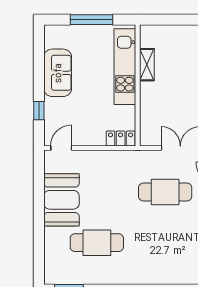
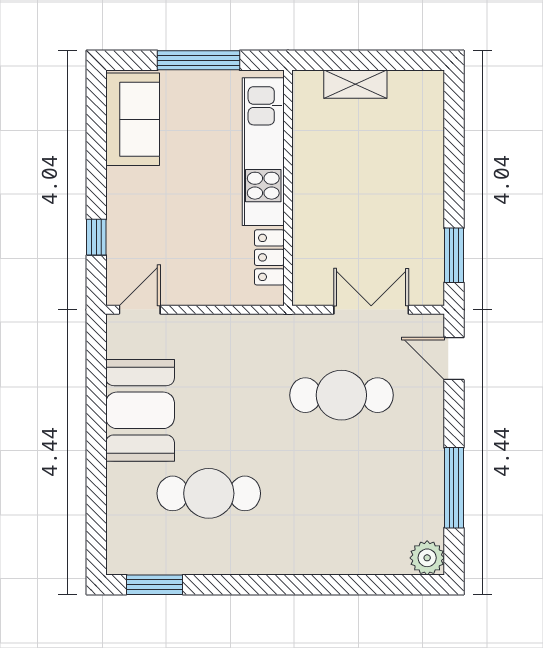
shelving: (147, 65) -> (355, 84), moved, turned 90
sofa: (58, 73) -> (133, 119), moved
locker: (121, 138) -> (269, 257), moved, turned -90

